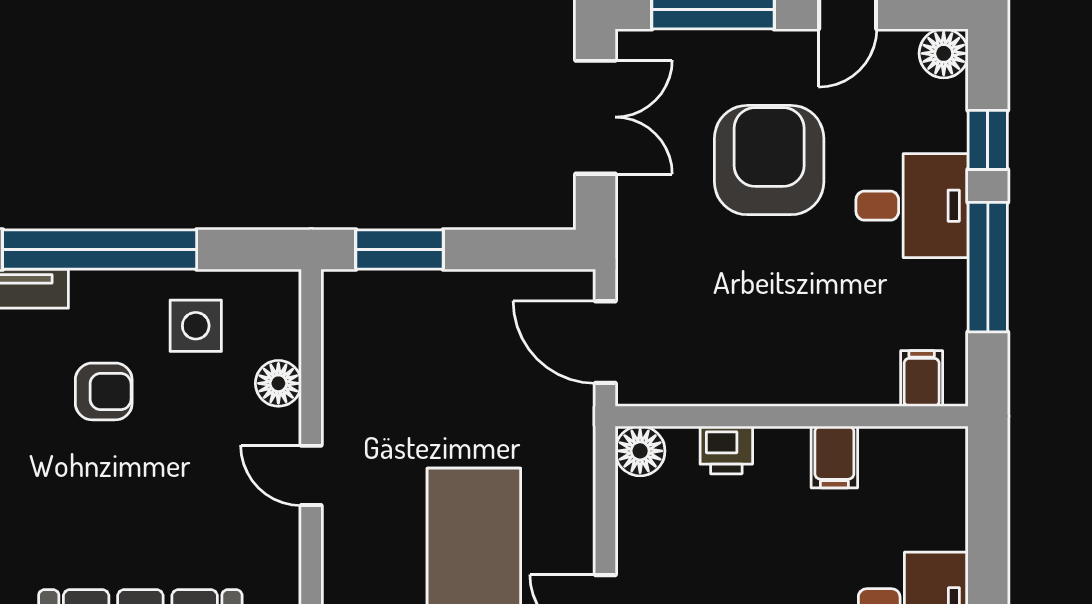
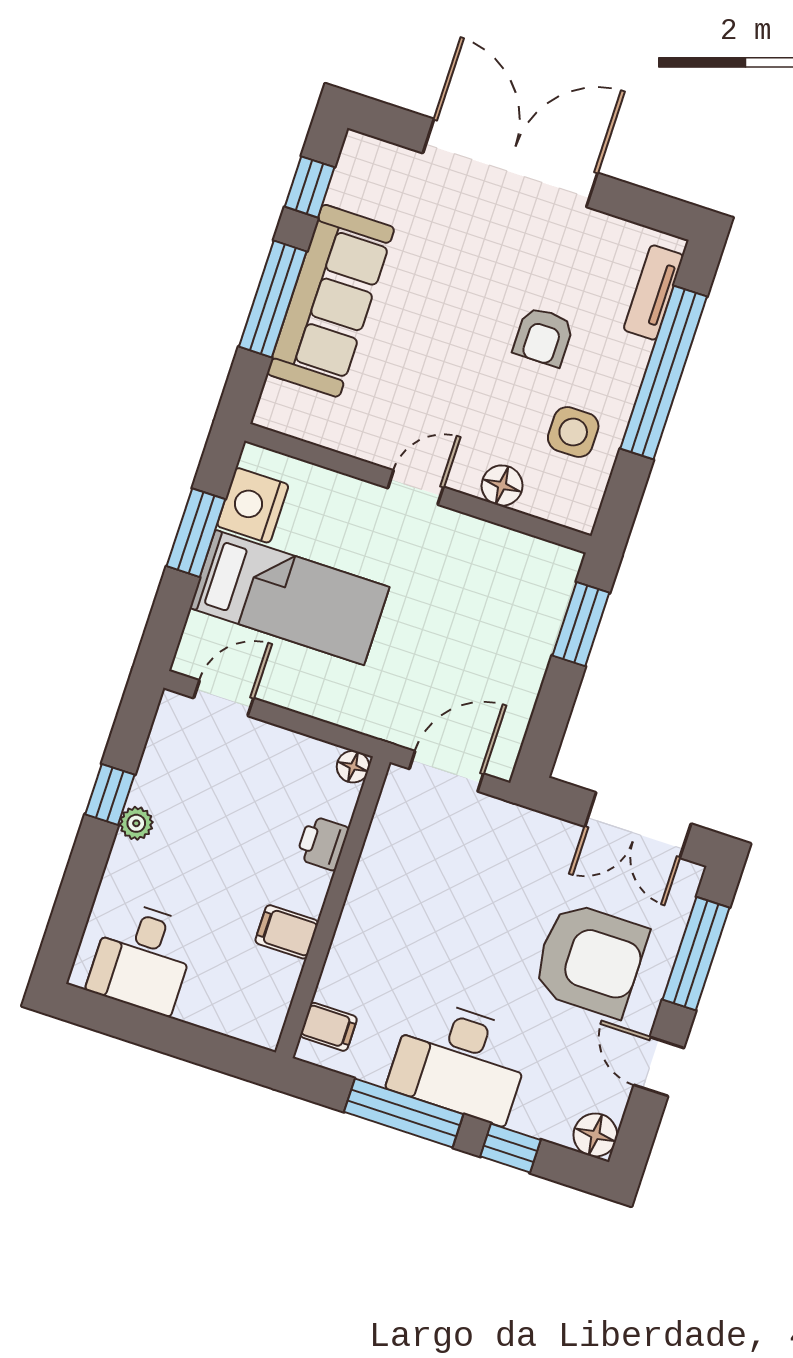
armchair: (769, 160) -> (590, 960), moved
desk: (912, 206) -> (460, 1061), width x1.37
floor lamp: (640, 451) -> (353, 767), width x0.73, depth x0.73

